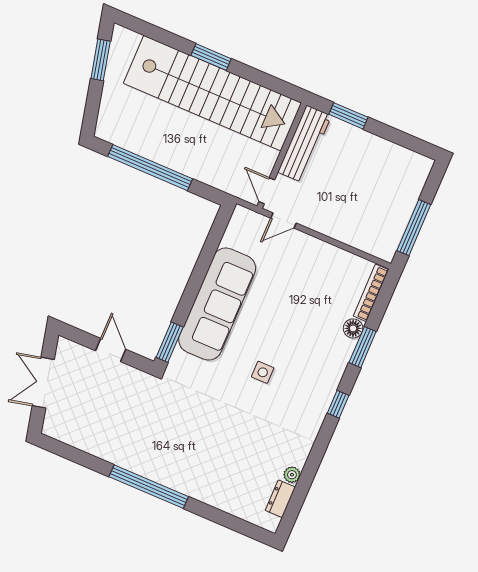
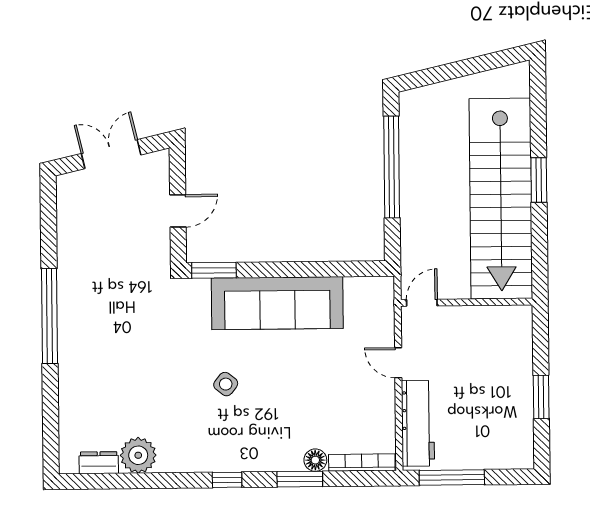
window: (101, 60) -> (484, 63), removed
window: (348, 116) -> (541, 397), moved
workbench: (305, 144) -> (418, 423), moved, turned -90
door: (283, 221) -> (398, 363), moved
side table: (263, 372) -> (226, 384), turned 38
plant: (292, 475) -> (138, 455), width x1.87, depth x1.87

